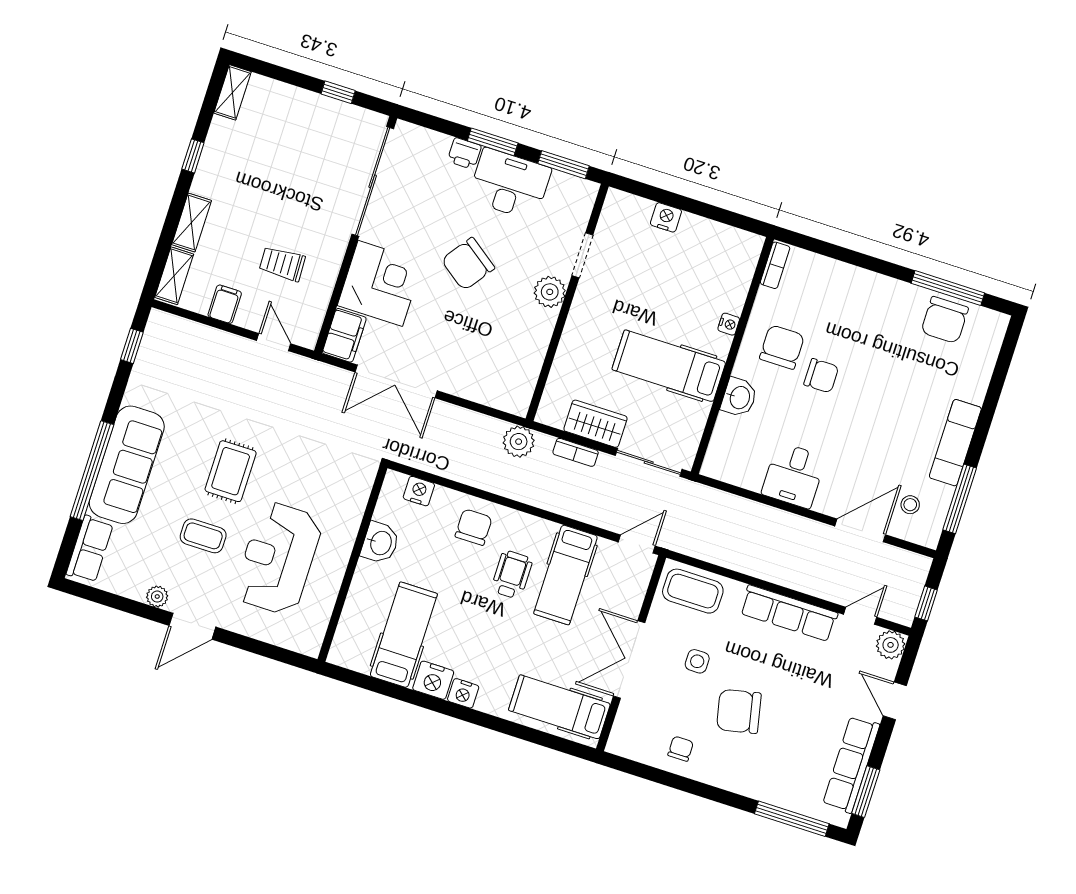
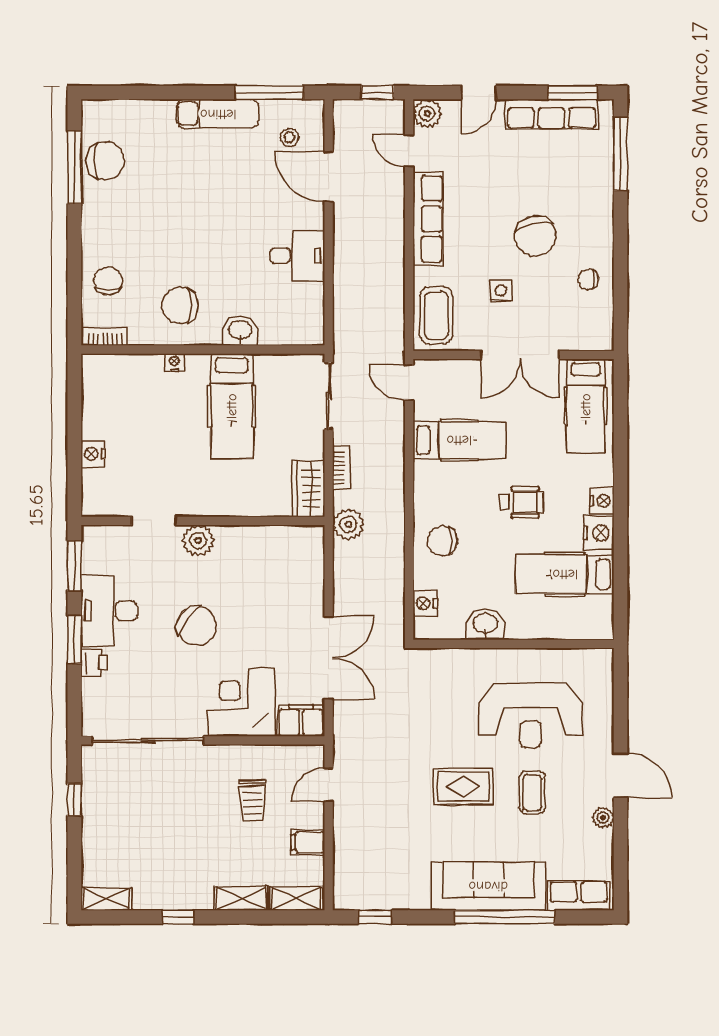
chair: (821, 376) -> (108, 281), moved
wardrobe: (596, 424) -> (308, 489), moved
wheelchair: (512, 575) -> (522, 502), moved, turned 180

